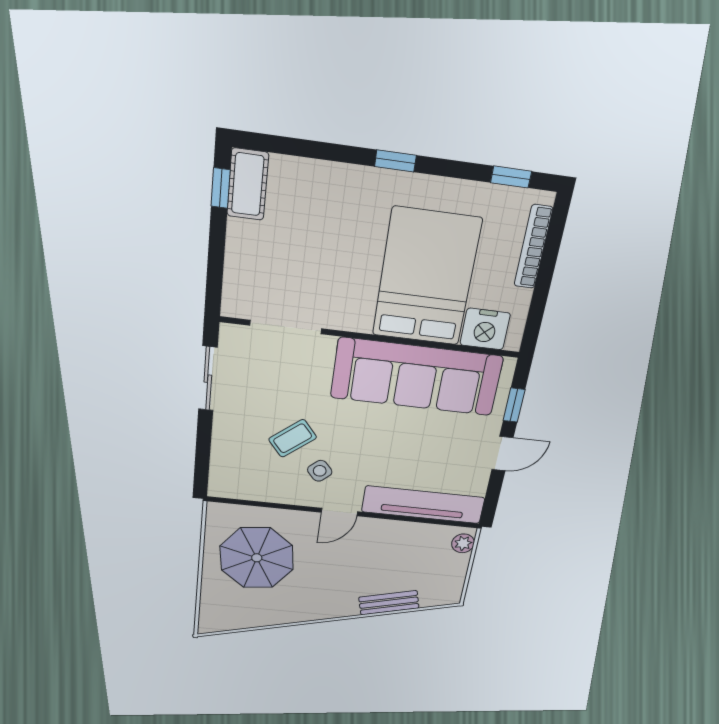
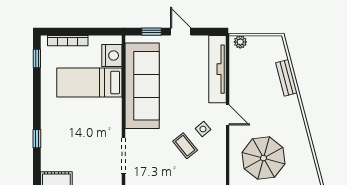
window: (395, 161) -> (37, 139), moved
bed: (426, 278) -> (89, 83), width x0.67

